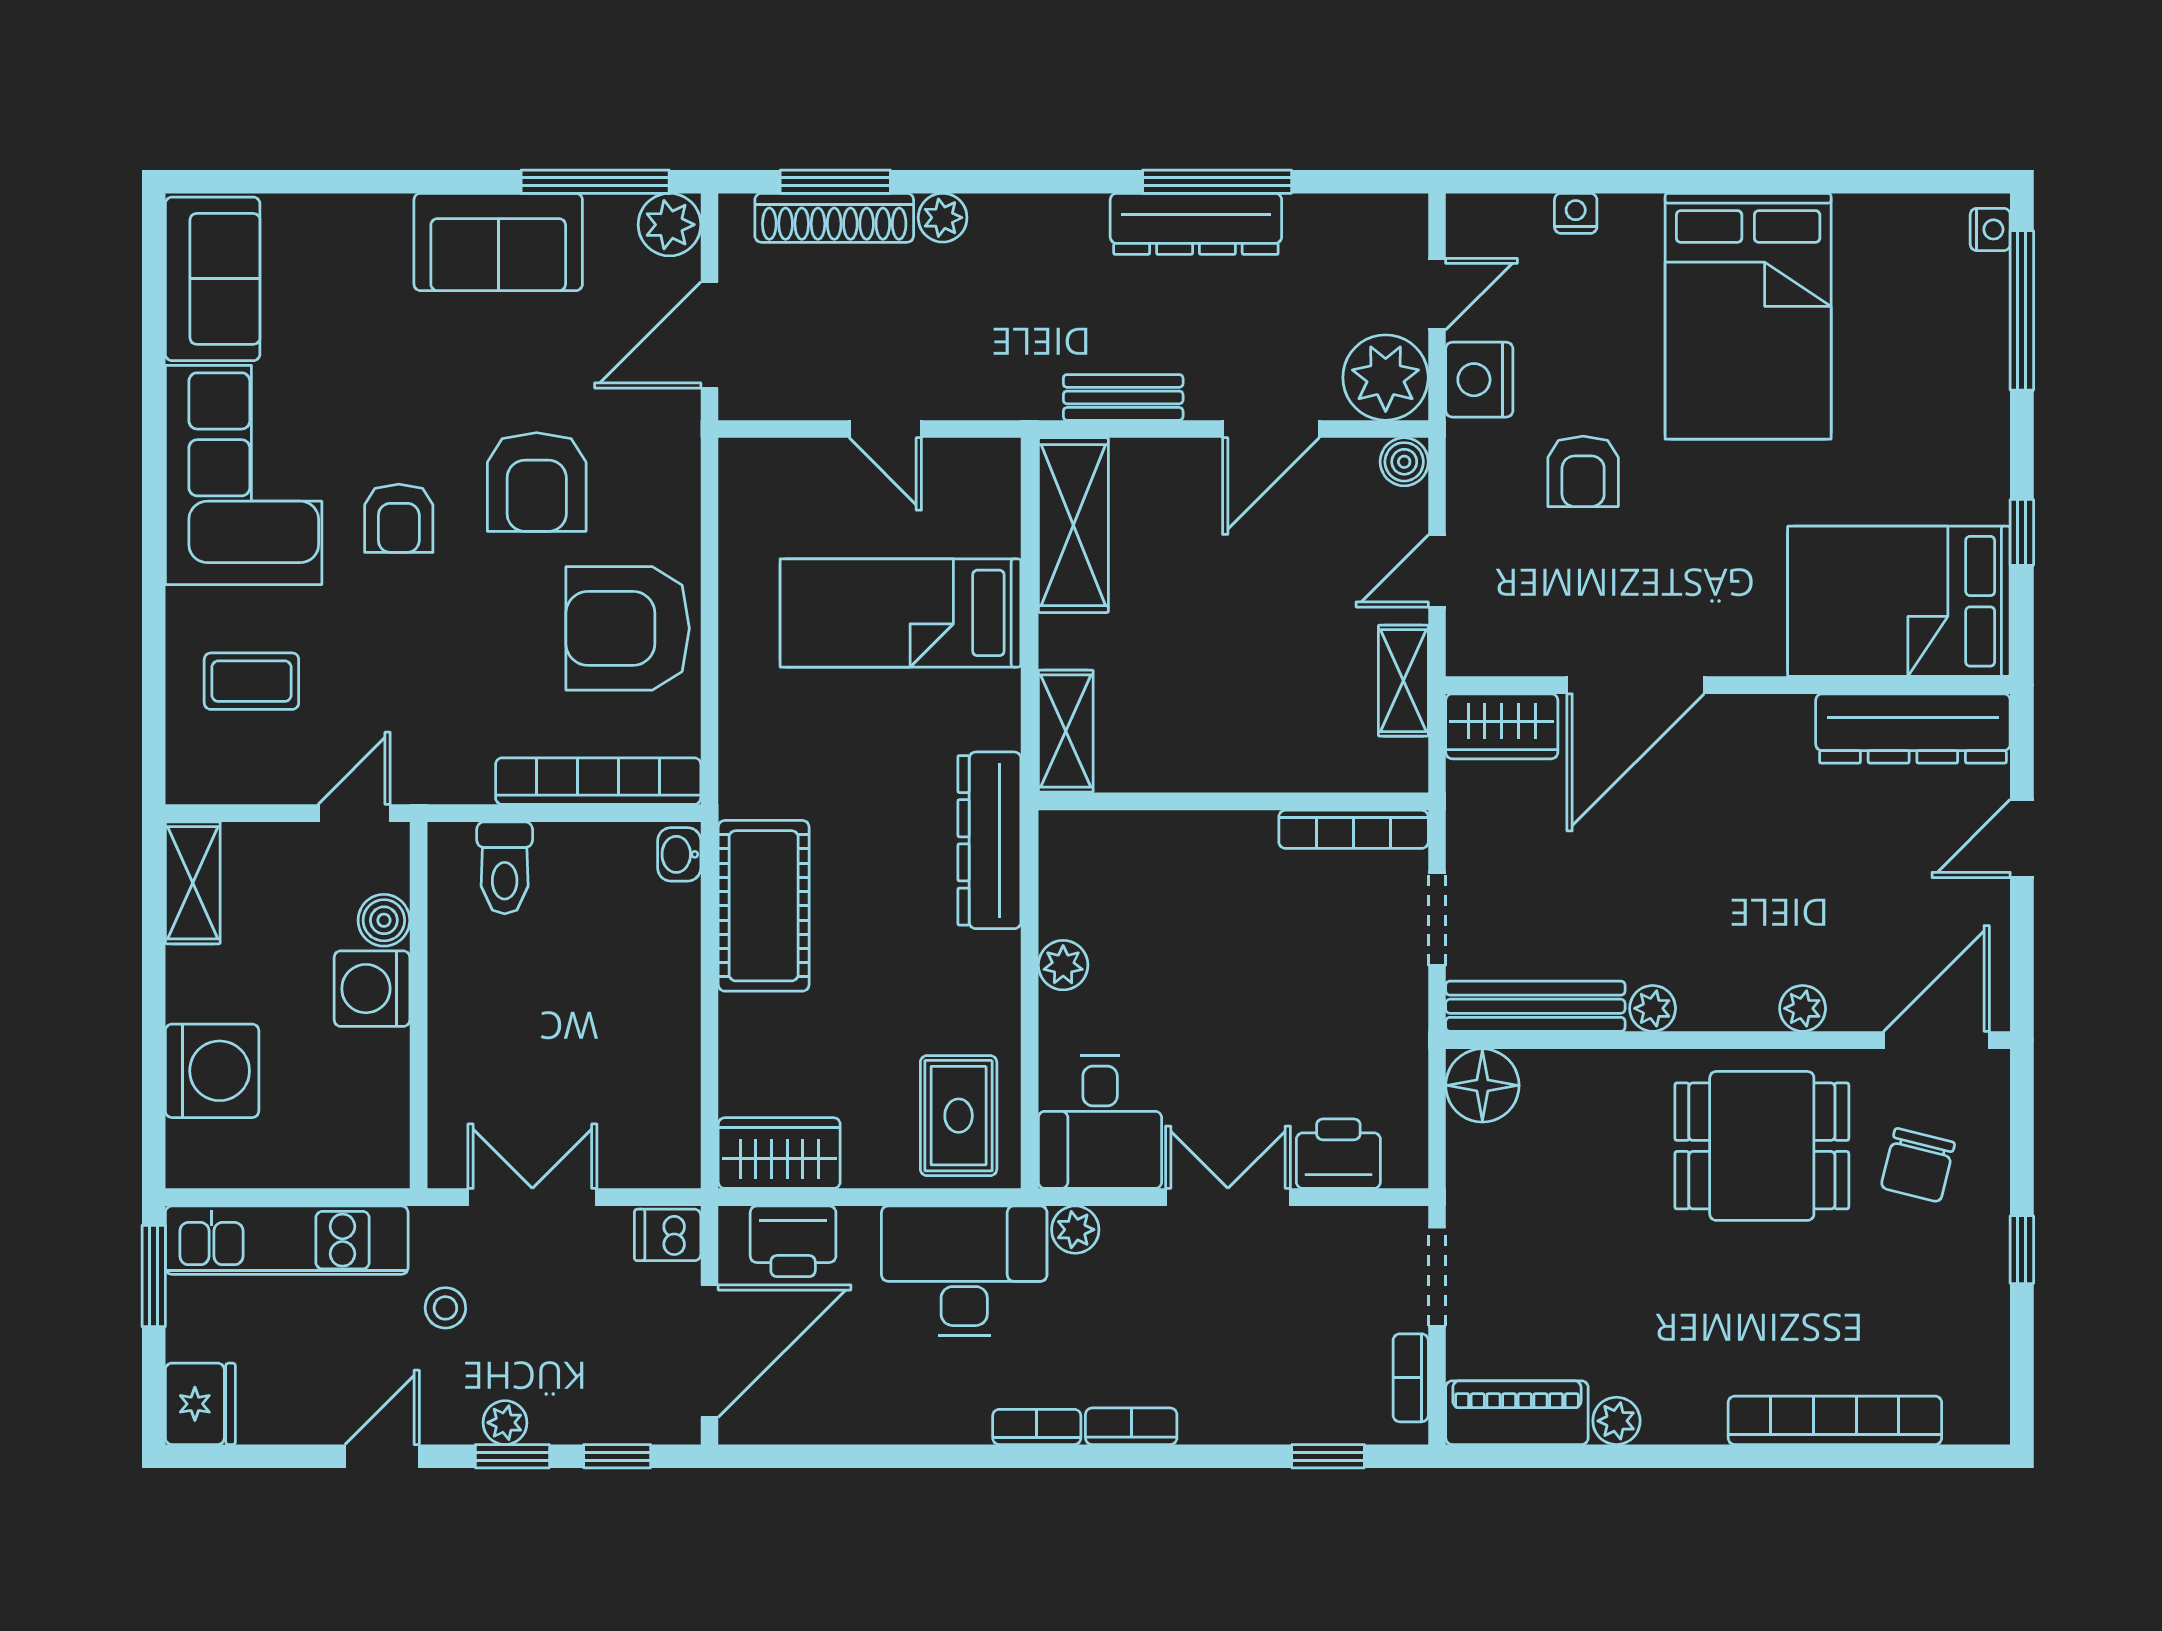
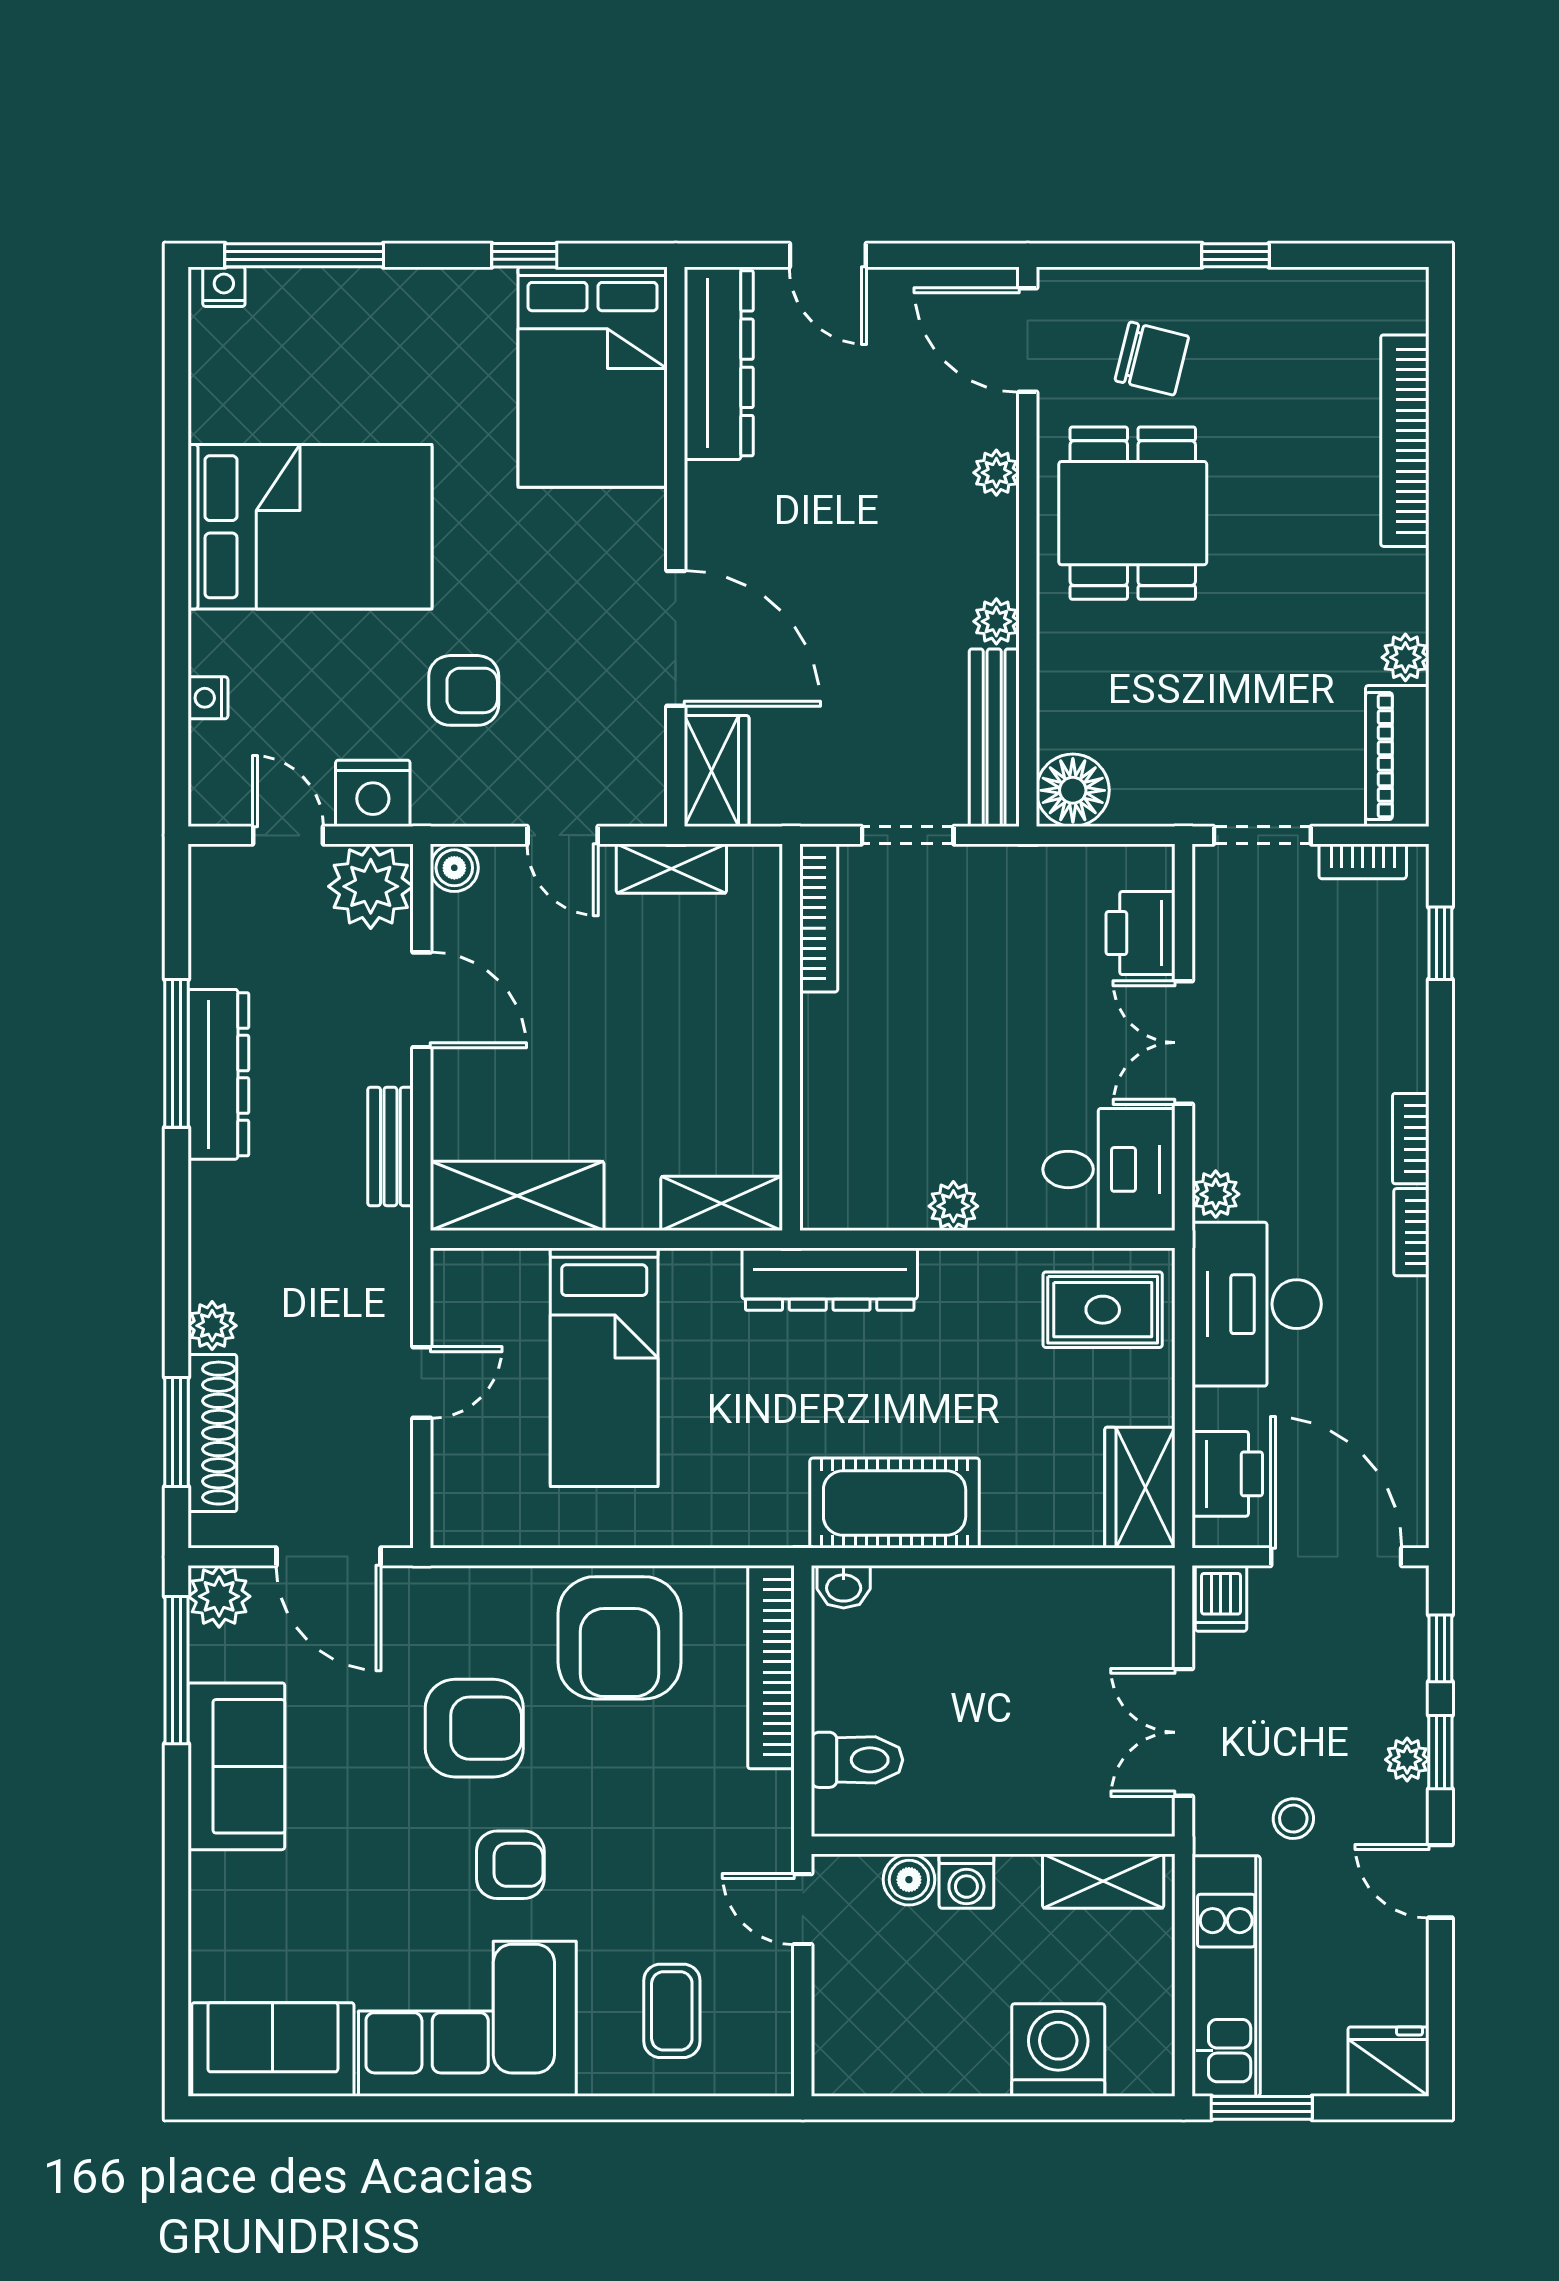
shelving: (193, 883) -> (1103, 1881), moved
washing machine: (372, 989) -> (966, 1881), width x0.73, depth x0.73

